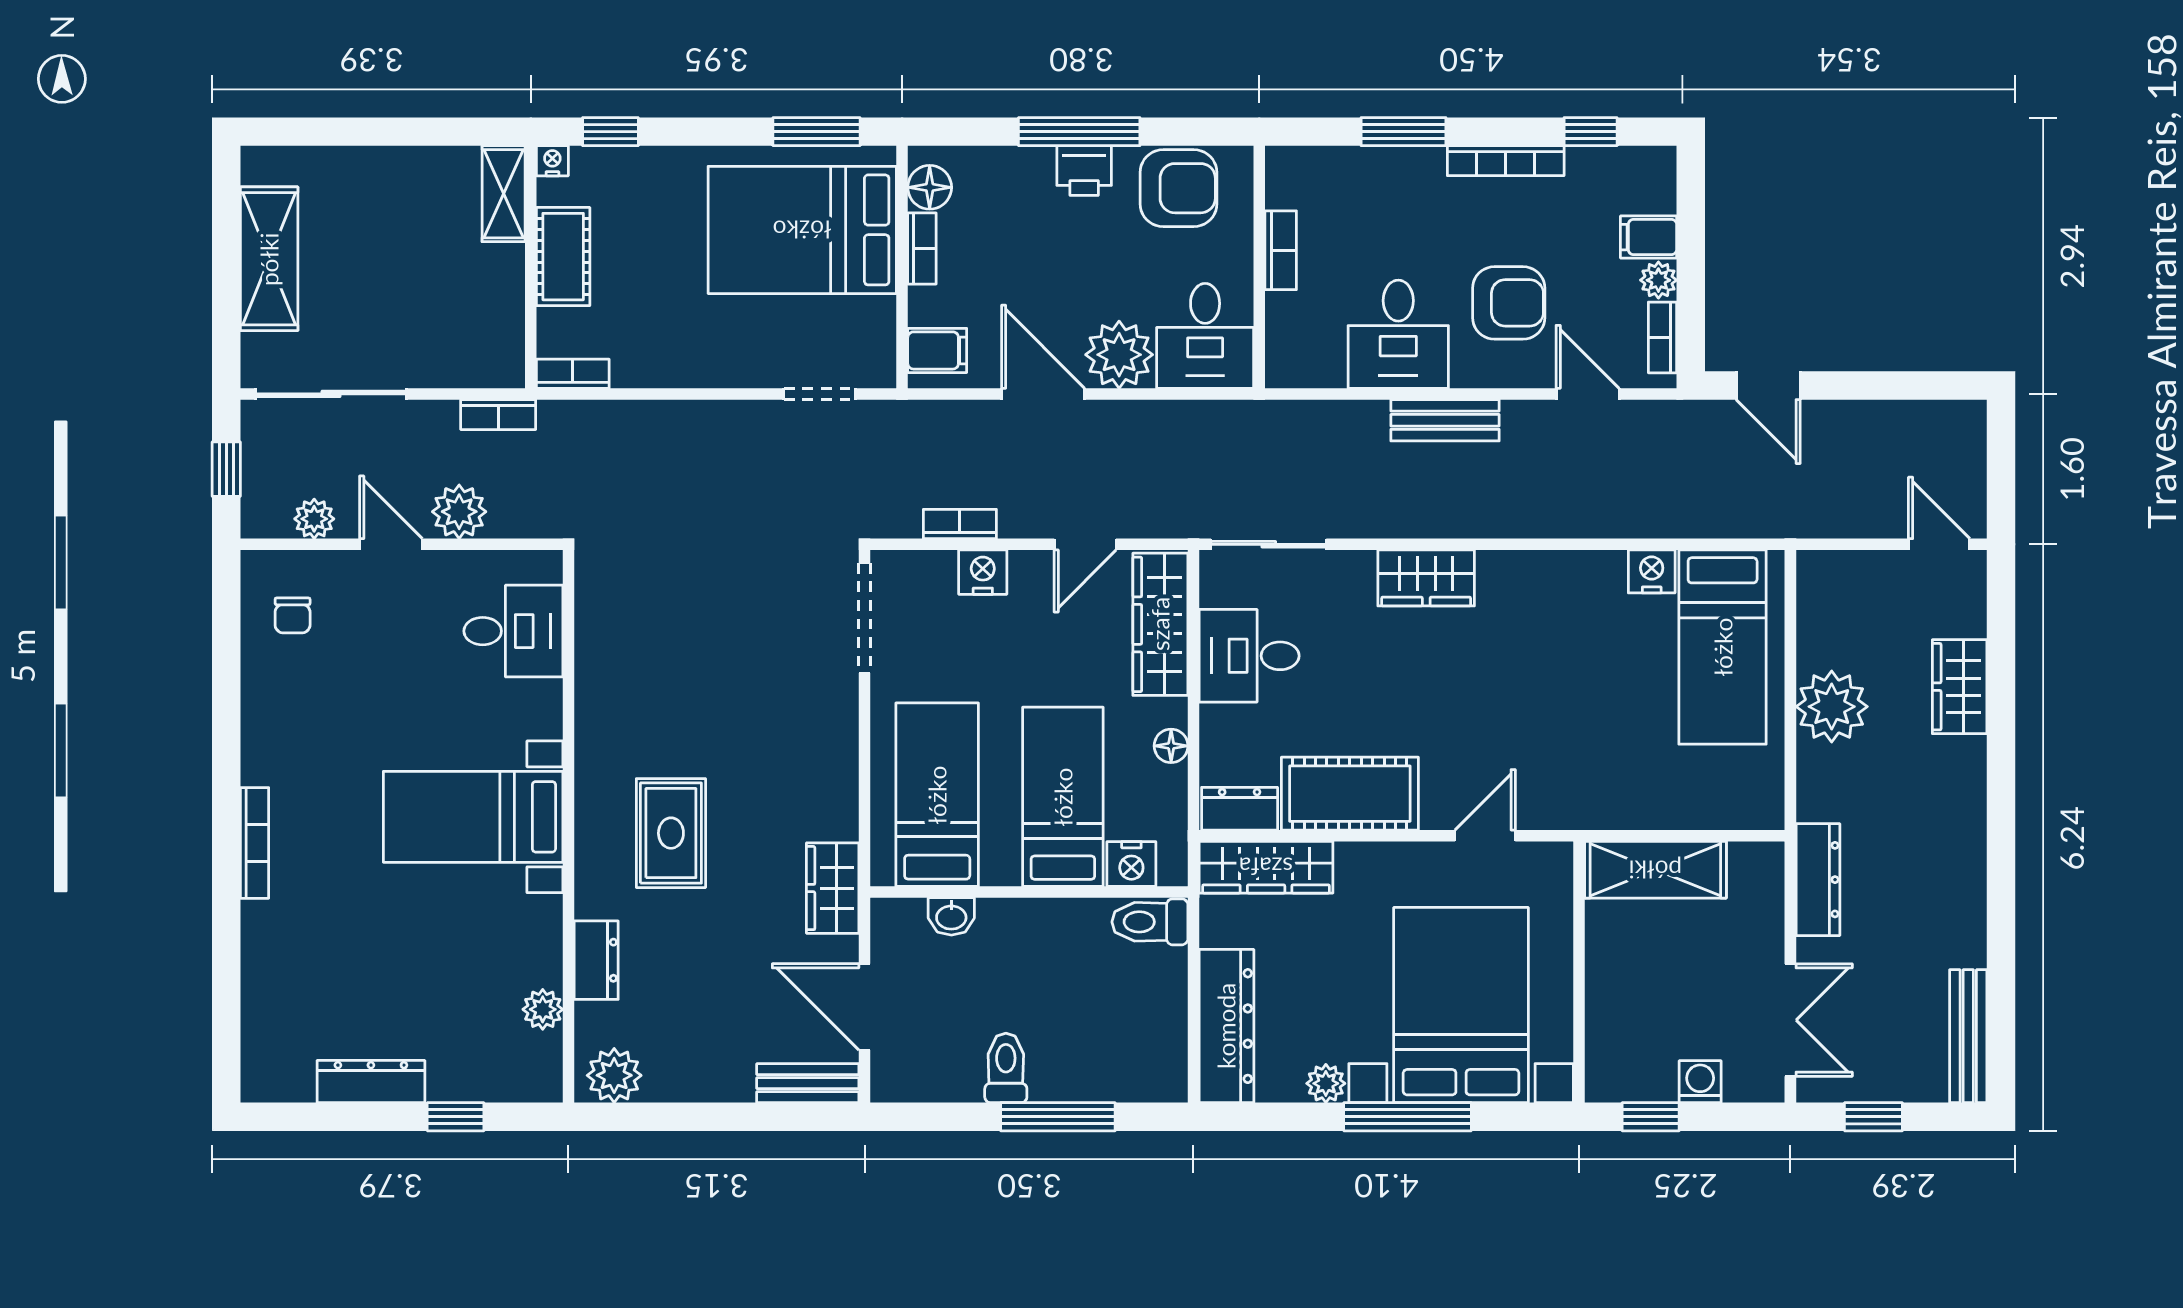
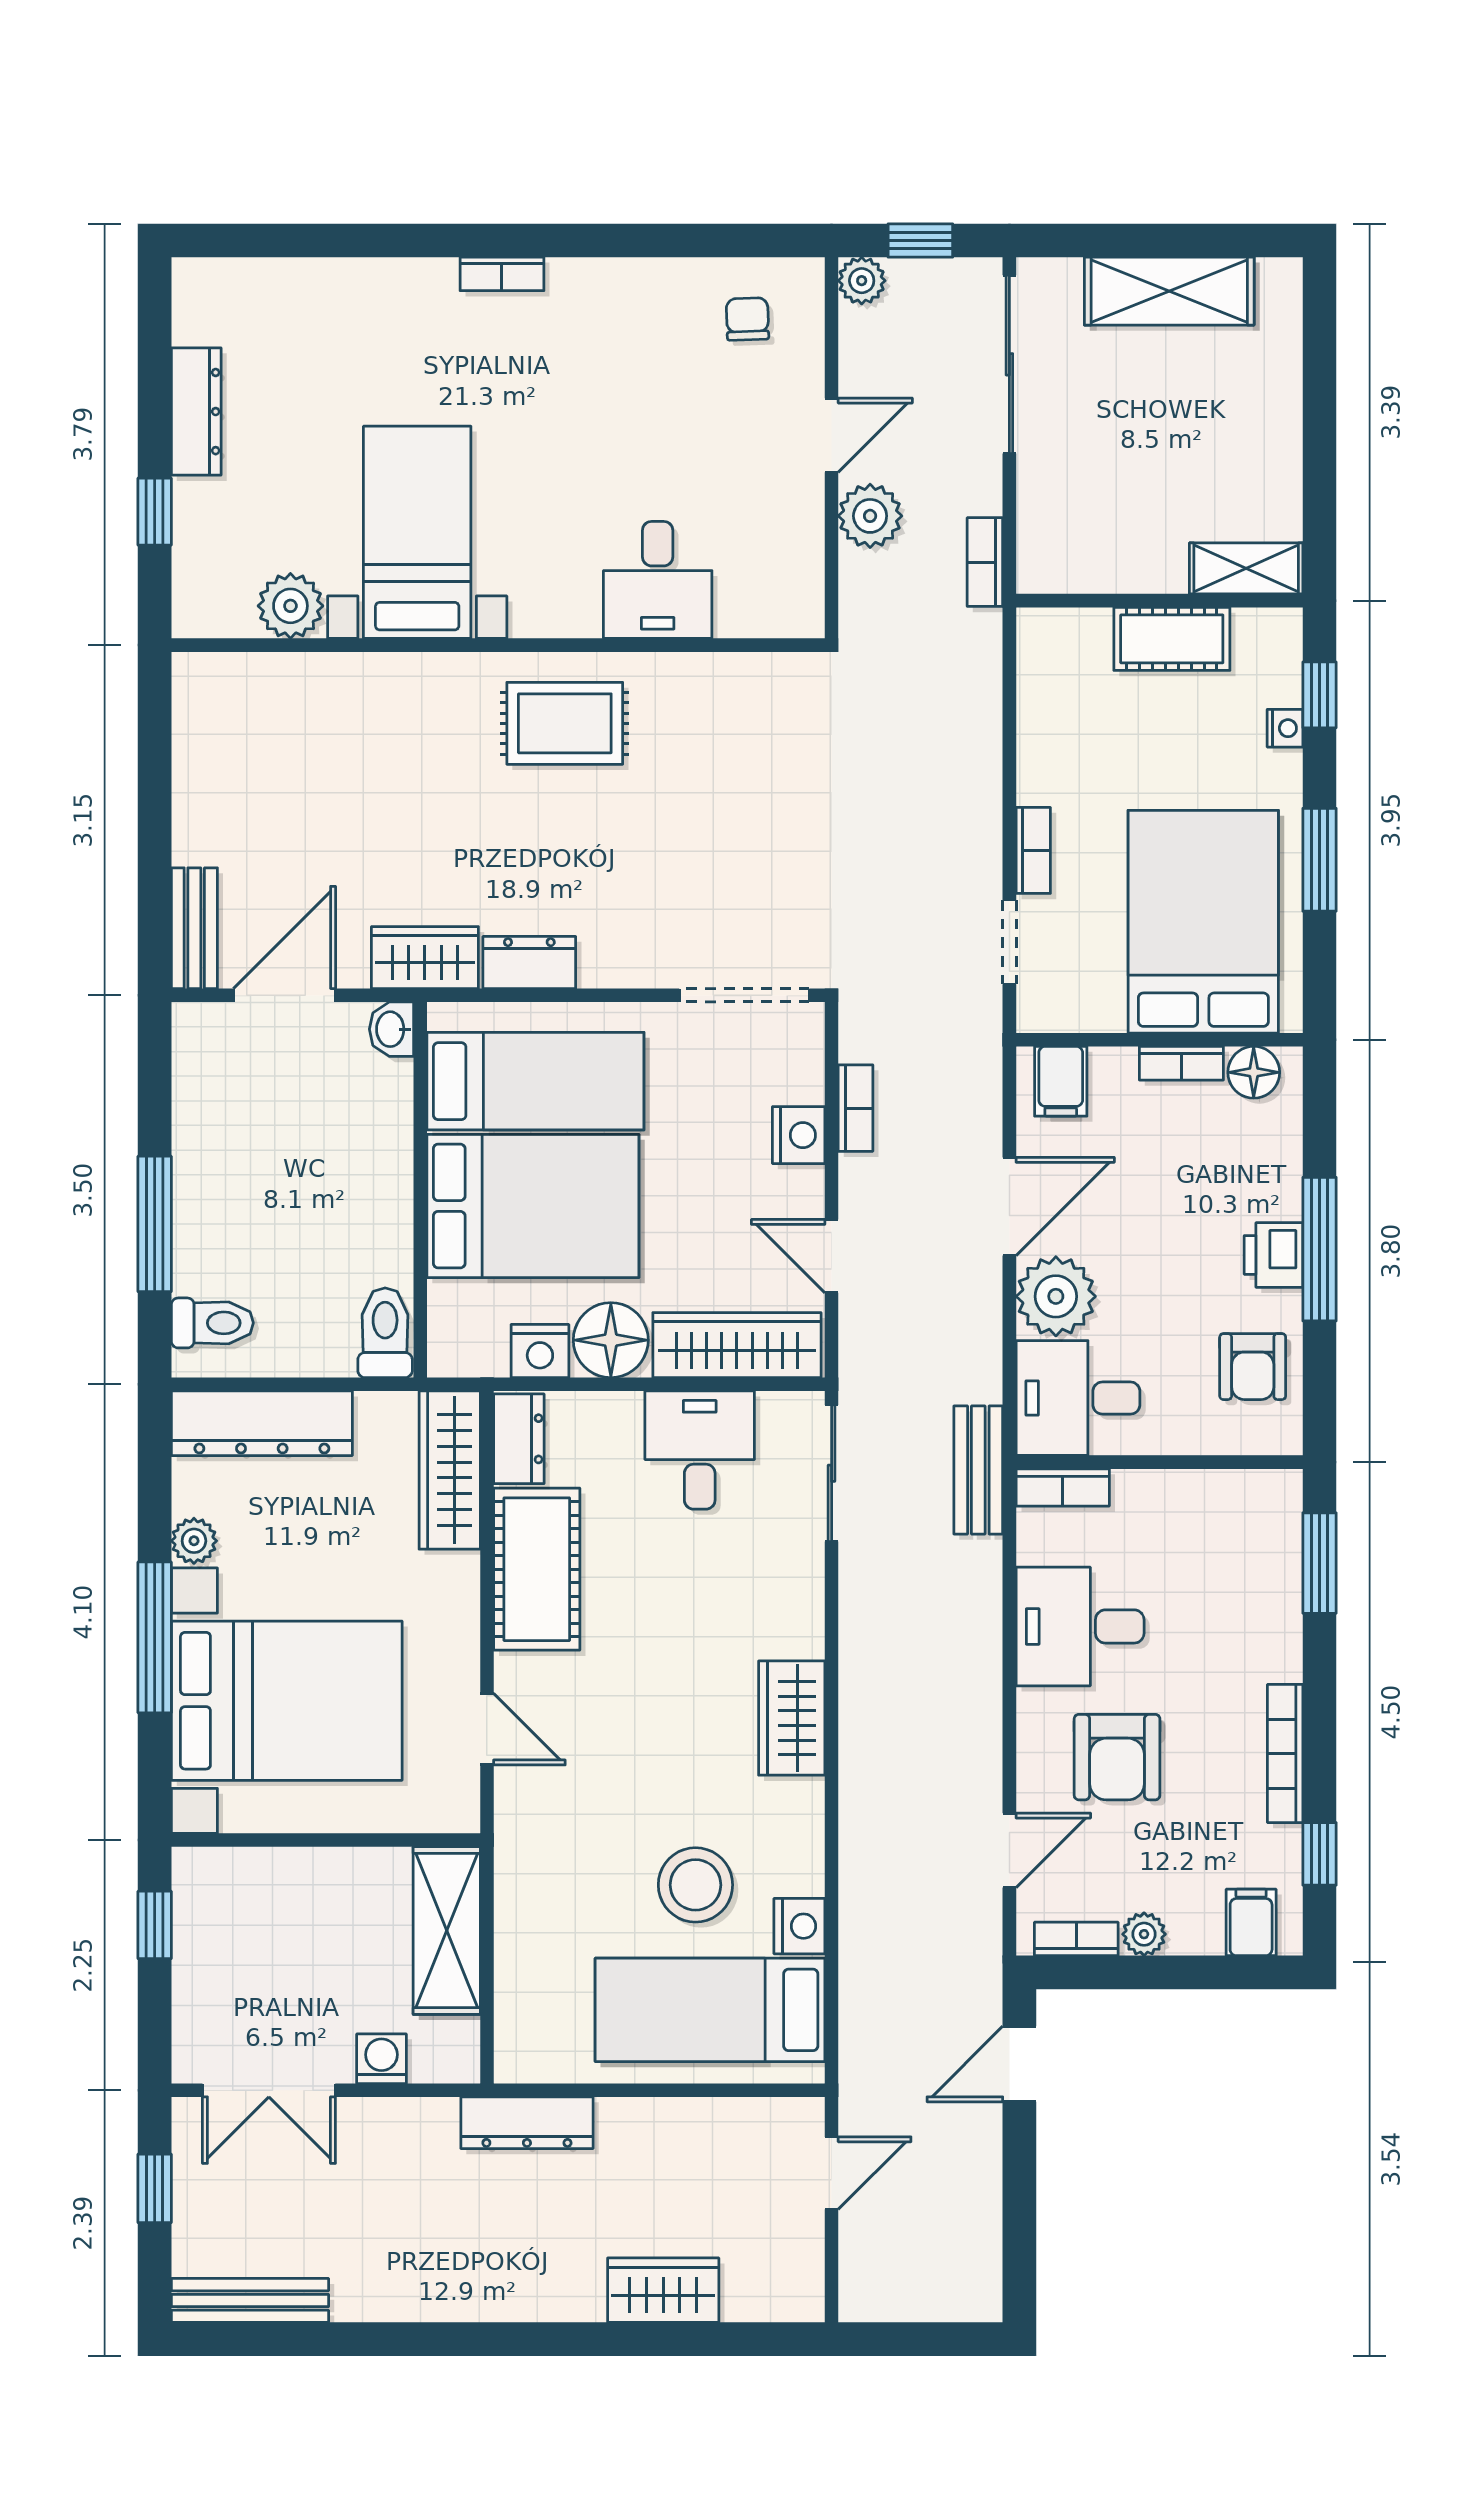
window: (817, 132) -> (1320, 860), moved
window: (1403, 132) -> (1320, 1563), moved
nightstand: (552, 161) -> (1285, 728), moved
armchair: (1178, 188) -> (1253, 1367), width x0.72, depth x0.72
filing cabinet: (1649, 237) -> (1251, 1922), moved
bookcase: (1281, 250) -> (1063, 1487), moved
bookcase: (573, 374) -> (1033, 850), moved
bench: (1445, 420) -> (978, 1470), moved
plant: (314, 519) -> (862, 281), moved
door: (1939, 544) -> (832, 2173), moved
wardrobe: (1426, 578) -> (792, 1718), moved
chair: (293, 615) -> (747, 319), turned 88
desk: (513, 631) -> (658, 580), moved
stool: (1617, 659) -> (695, 1885), added
plant: (1832, 707) -> (640, 2139), removed
floor lamp: (1171, 746) -> (611, 1340), width x1.89, depth x1.89
bed: (1063, 797) -> (533, 1206), width x1.50
bed with nightstands: (473, 817) -> (417, 532), moved
rug: (671, 833) -> (565, 723), moved
bookcase: (255, 843) -> (502, 274), width x0.64
nightstand: (1131, 864) -> (540, 1351), moved, turned -90
dresser: (1818, 880) -> (527, 2123), moved
washbasin: (951, 916) -> (392, 1029), moved
dresser: (596, 960) -> (529, 962), moved, turned 180
plant: (543, 1009) -> (290, 606), width x1.38, depth x1.38
toilet: (1006, 1068) -> (212, 1323), moved
plant: (614, 1075) -> (203, 699), removed
washing machine: (1700, 1082) -> (381, 2059), moved, turned -90

